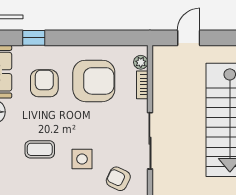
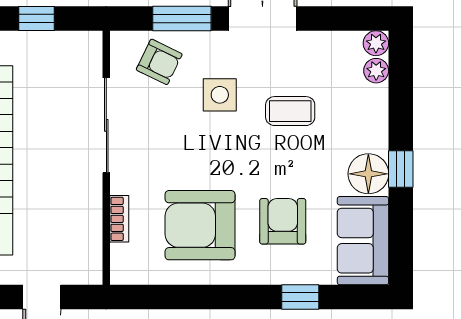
plant: (141, 62) -> (122, 256), removed
armchair: (44, 83) -> (283, 221), turned 180

